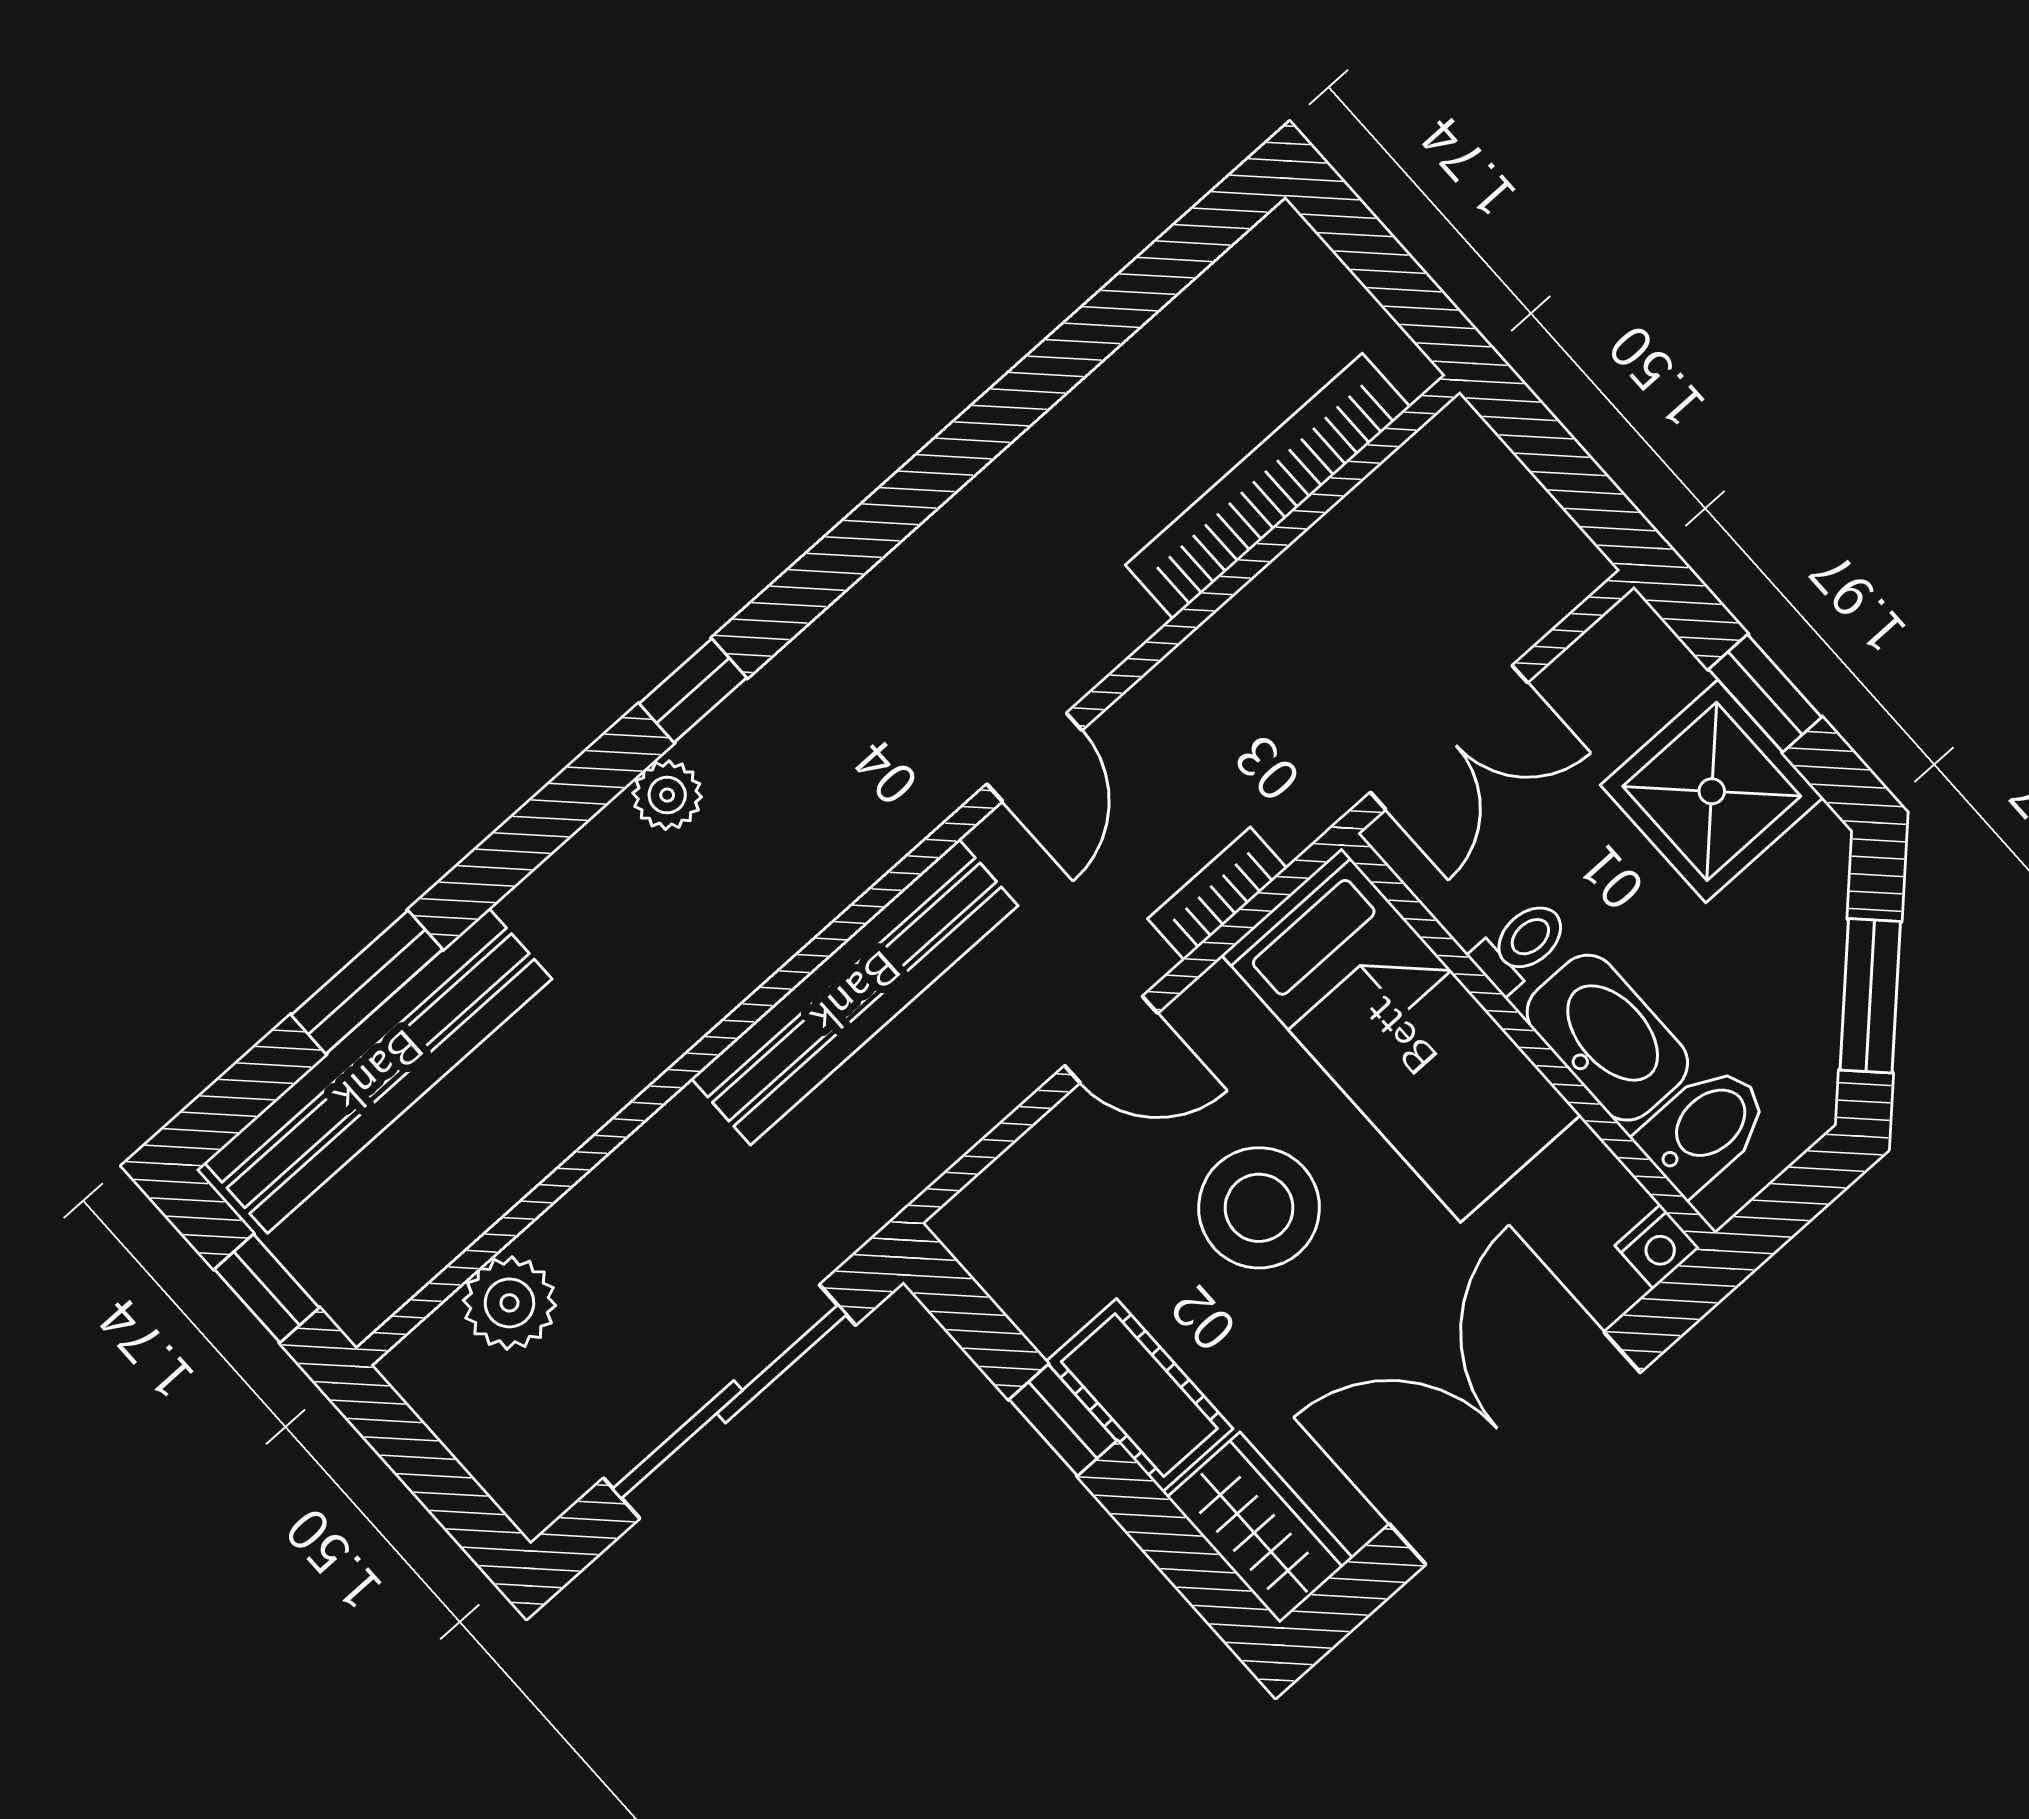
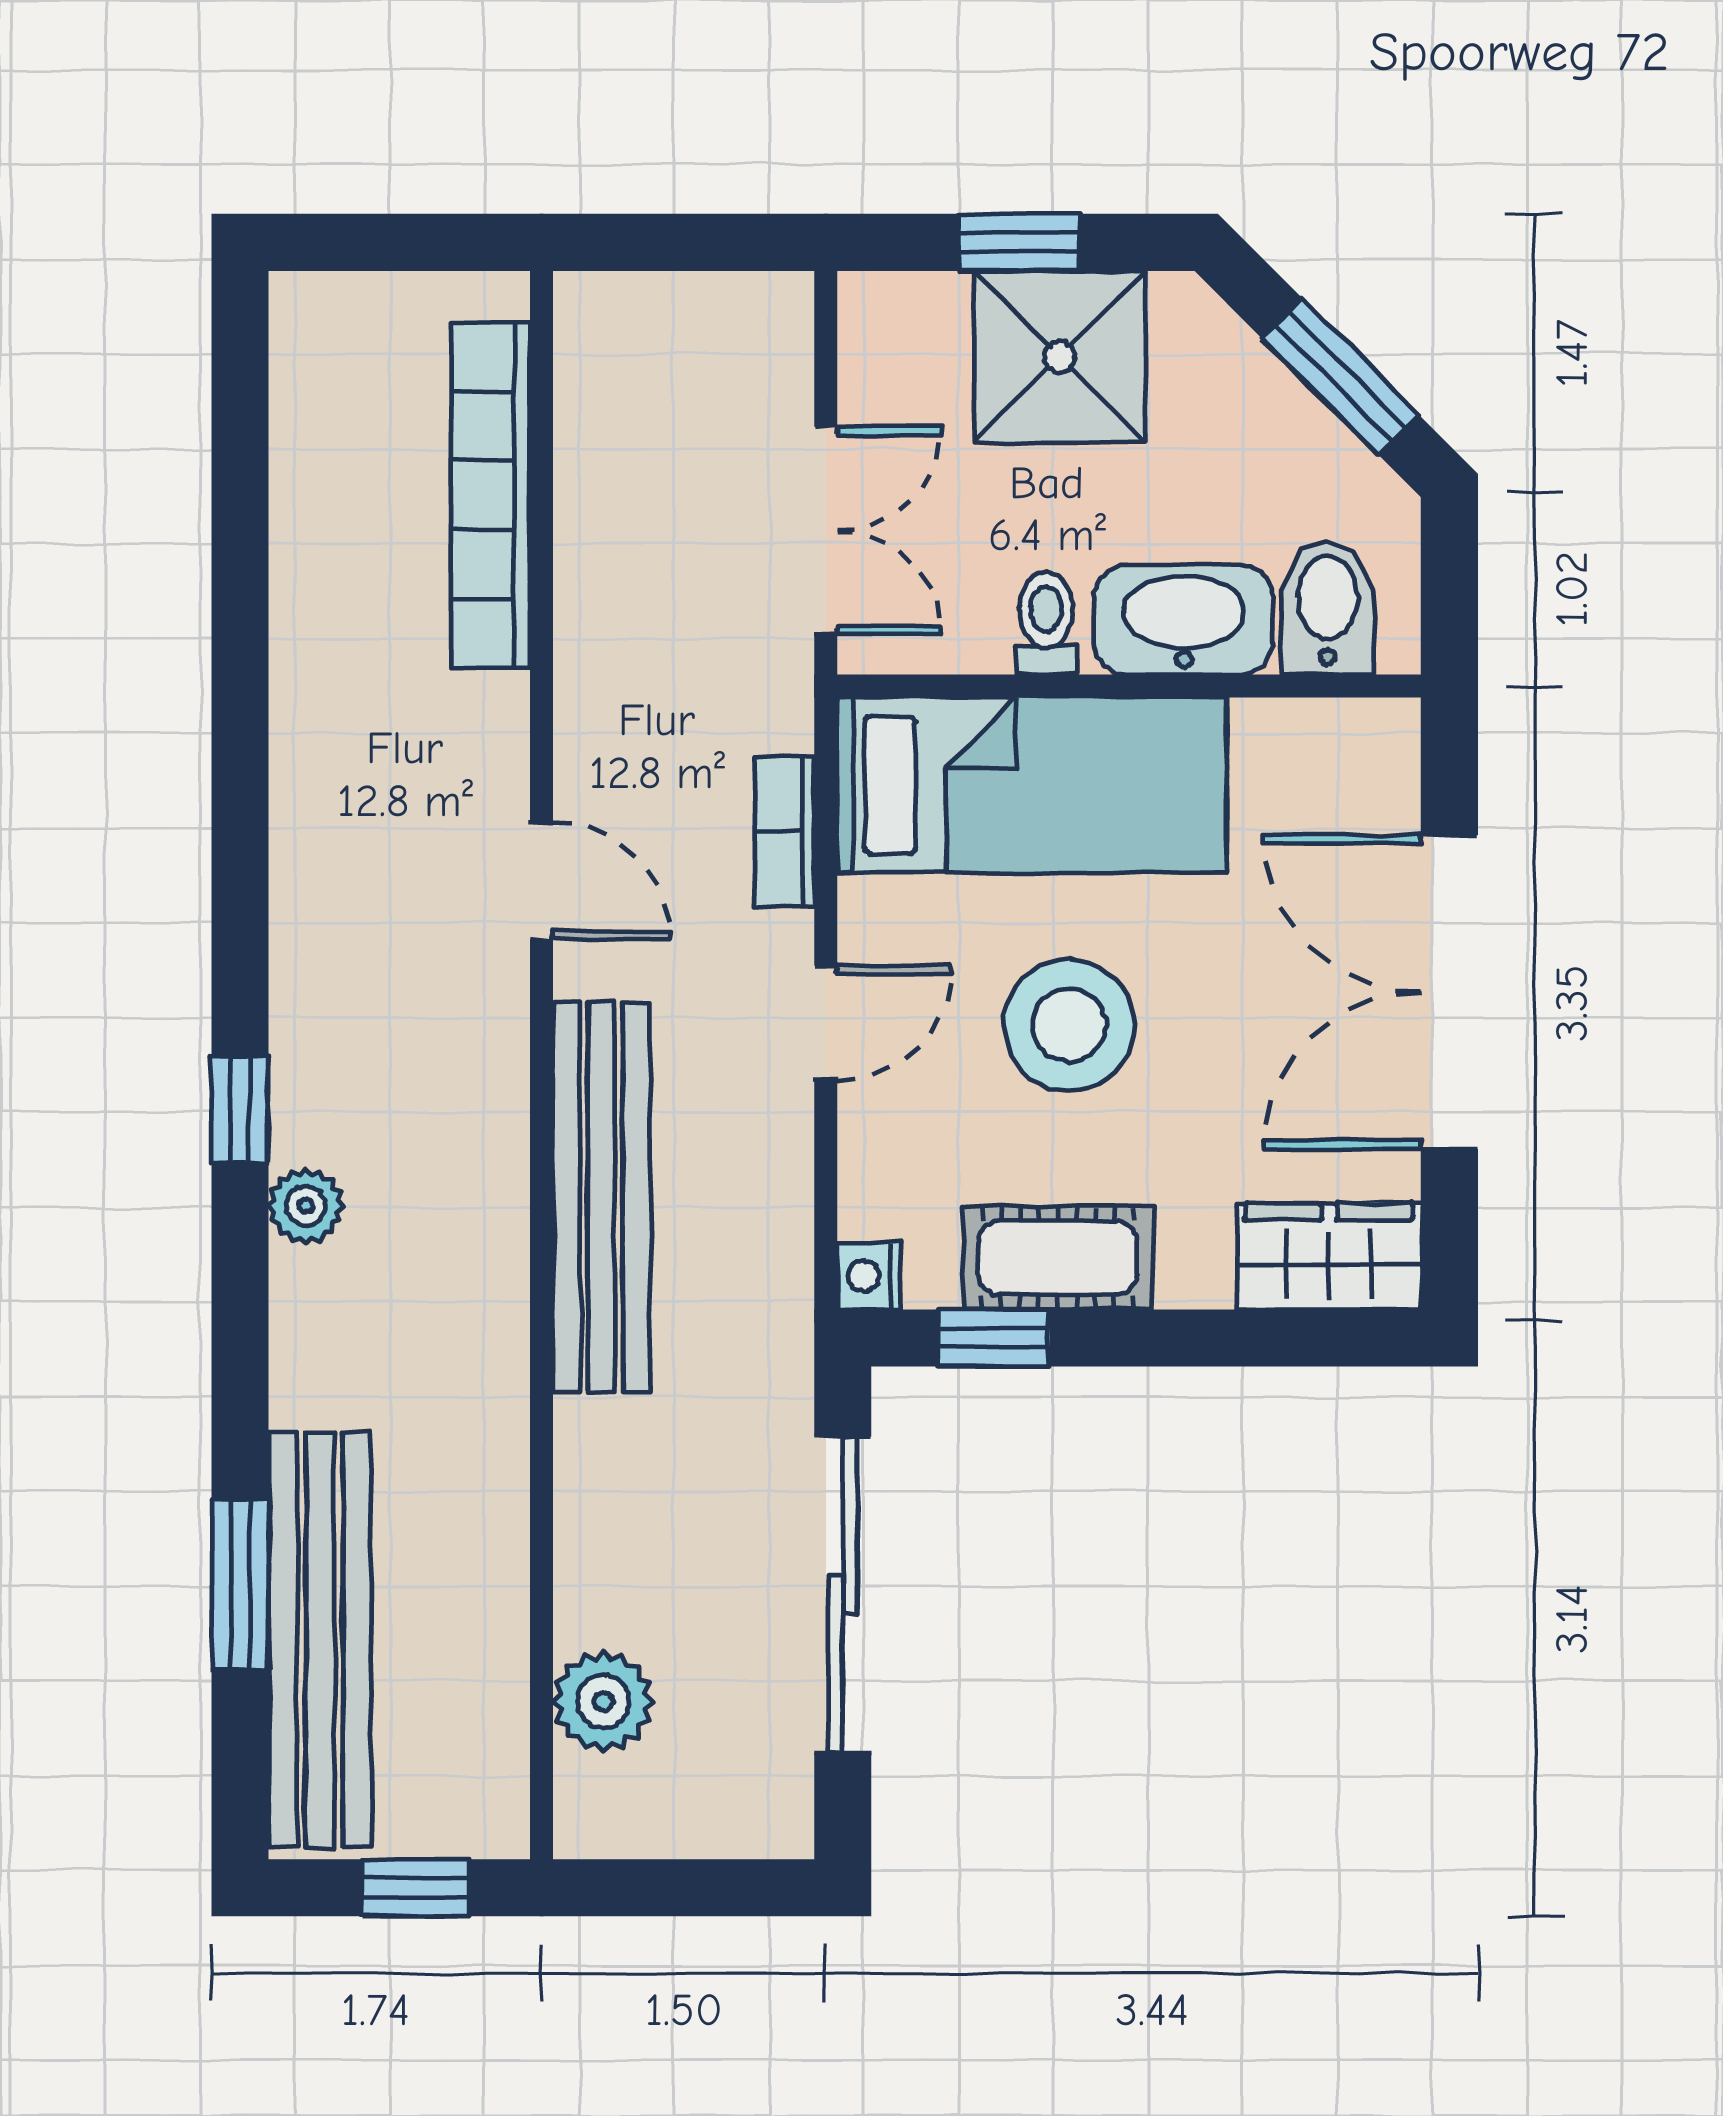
nightstand: (1657, 1247) -> (869, 1276), moved, turned 180
cot: (1139, 1395) -> (1058, 1258), moved
window: (1063, 1420) -> (994, 1338), moved

